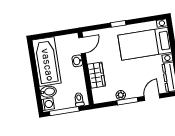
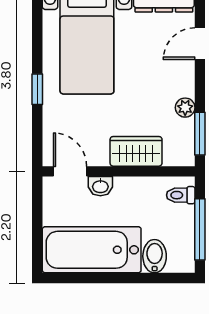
door: (152, 97) -> (200, 44), hinge flipped
window: (127, 101) -> (200, 134), moved
washing machine: (48, 104) -> (180, 261), removed

